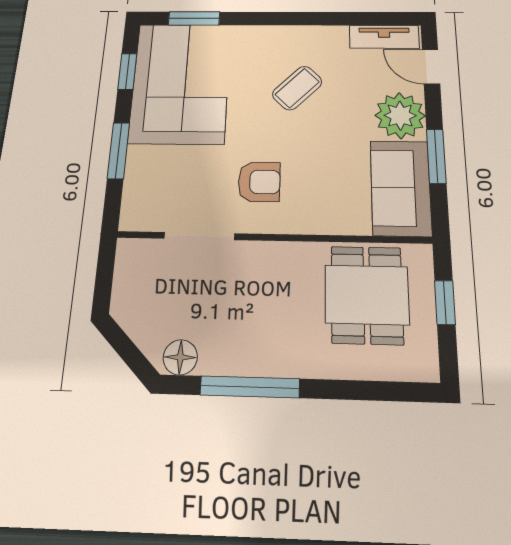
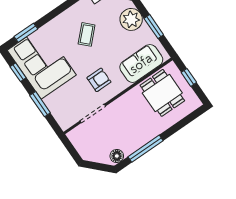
sofa: (401, 188) -> (141, 63), moved, turned 90

